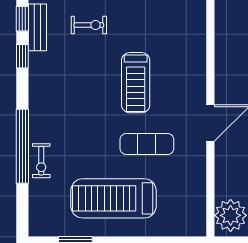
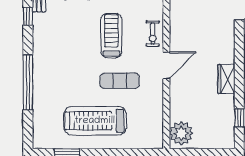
treadmill: (136, 83) -> (111, 36), turned 180
exercise bike: (41, 161) -> (153, 34), moved

